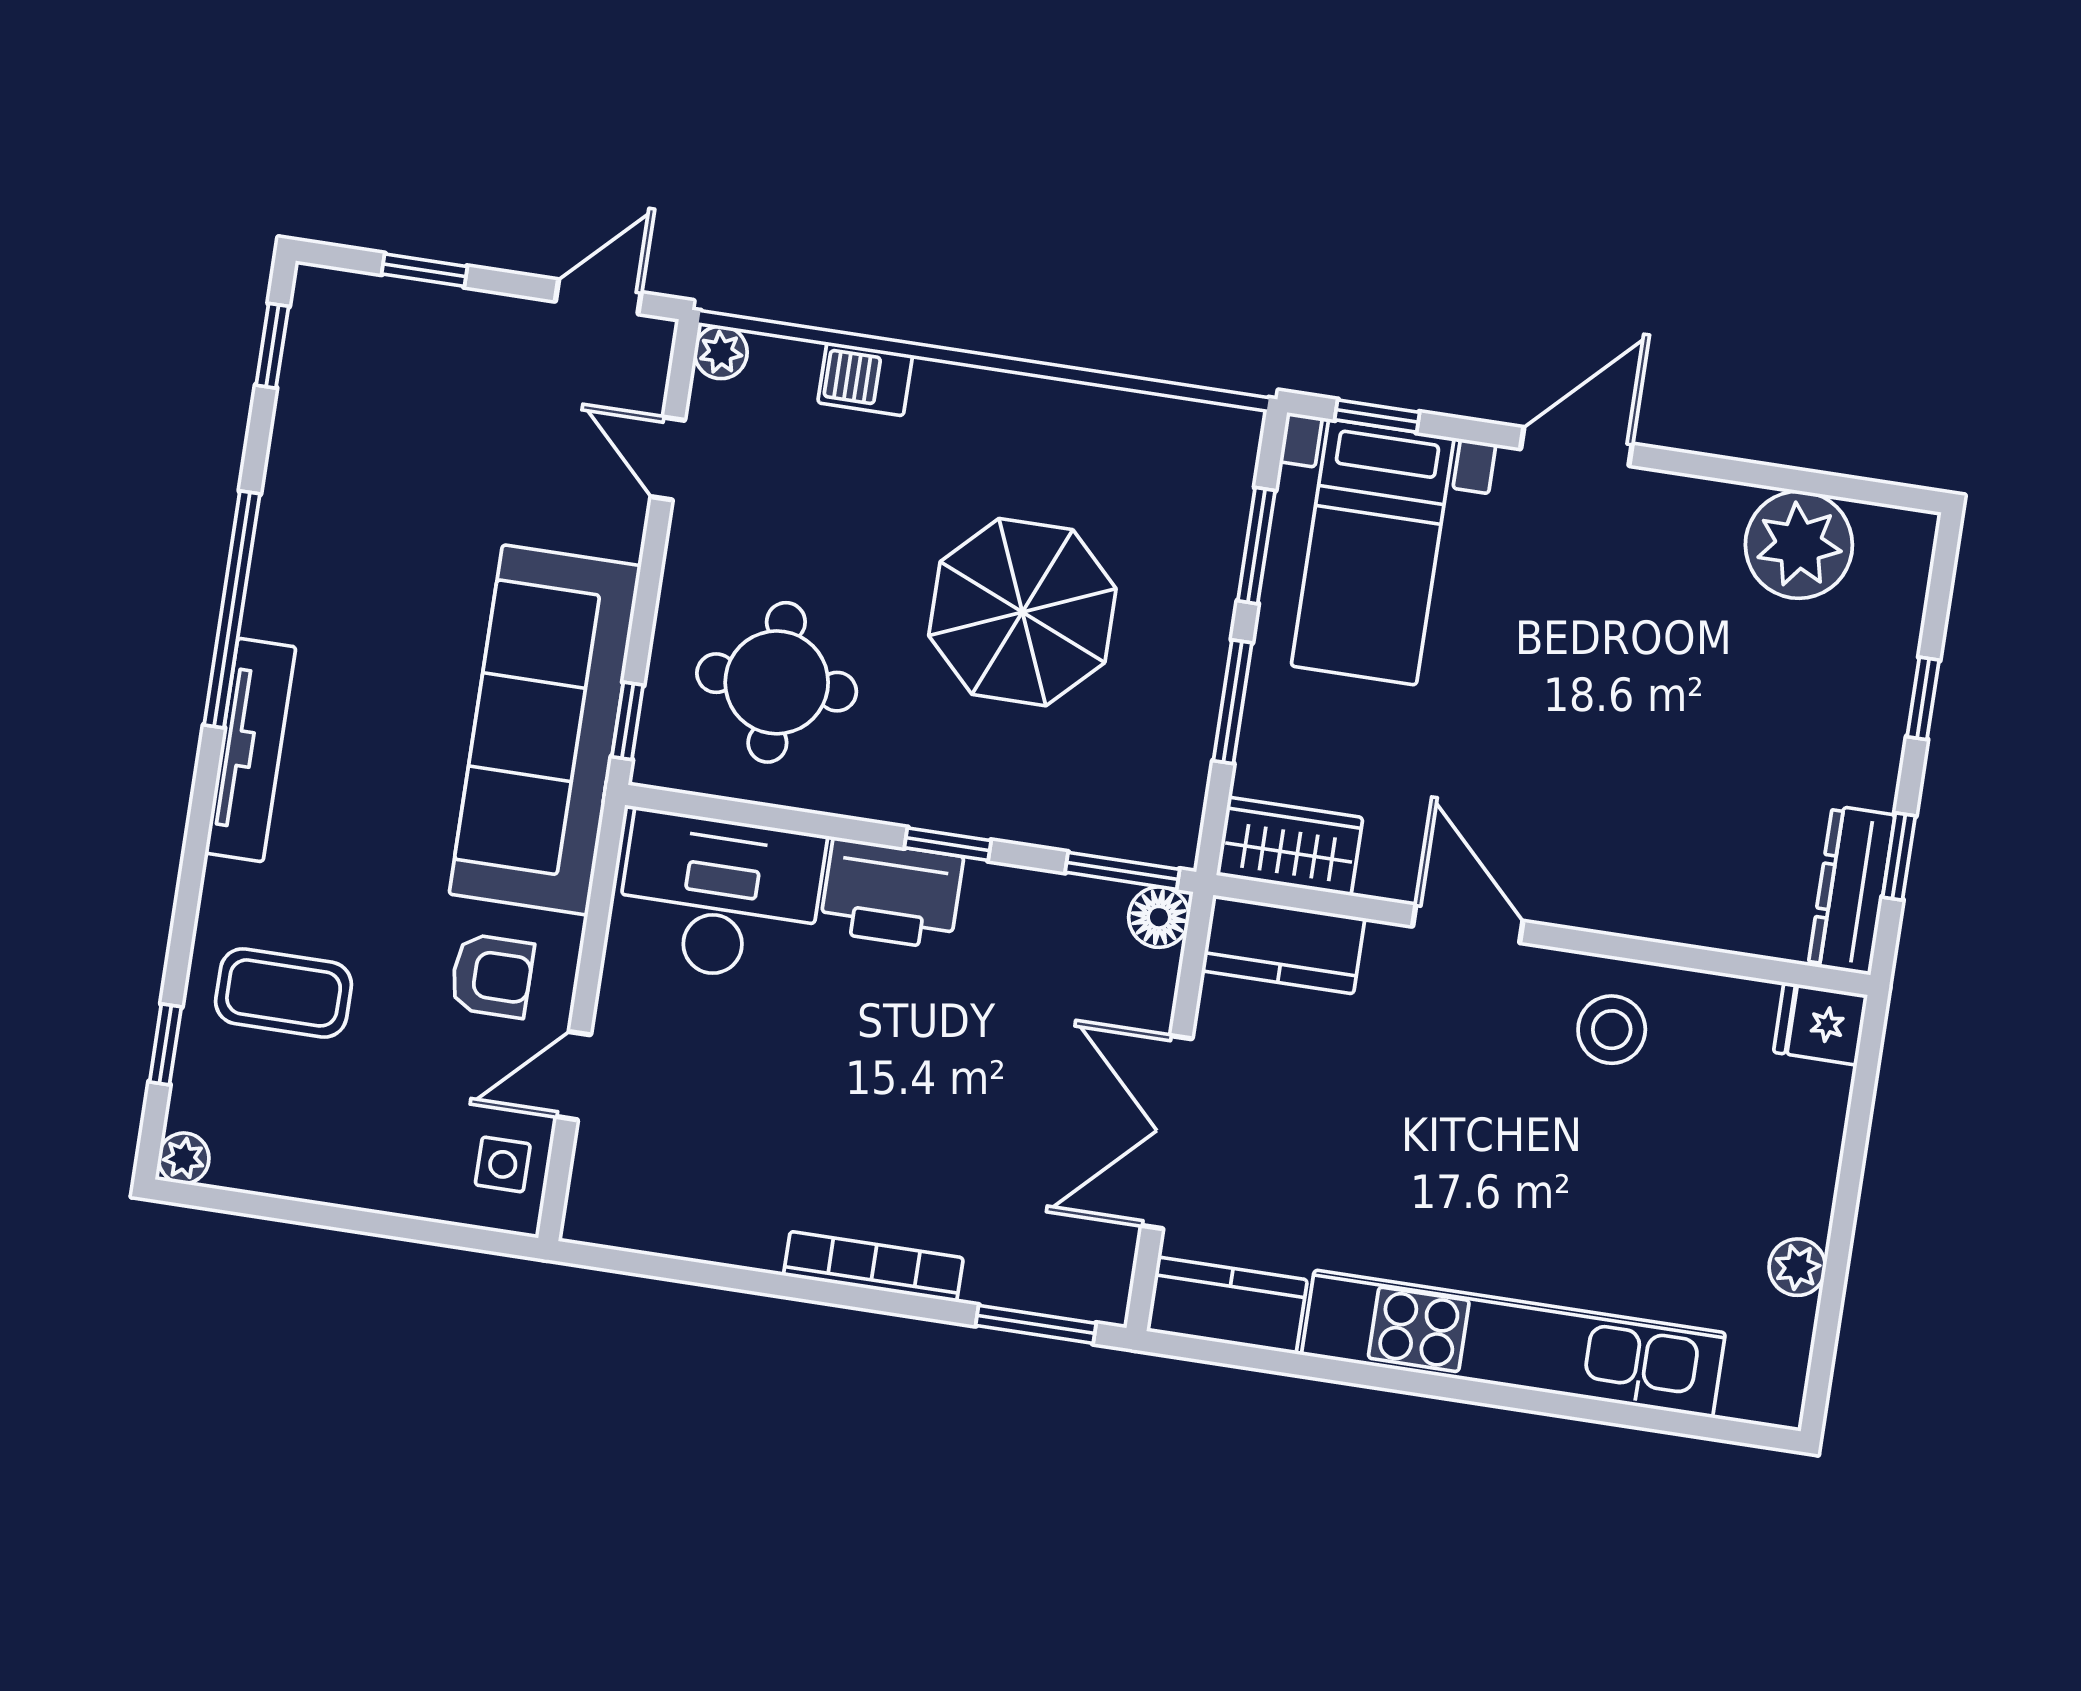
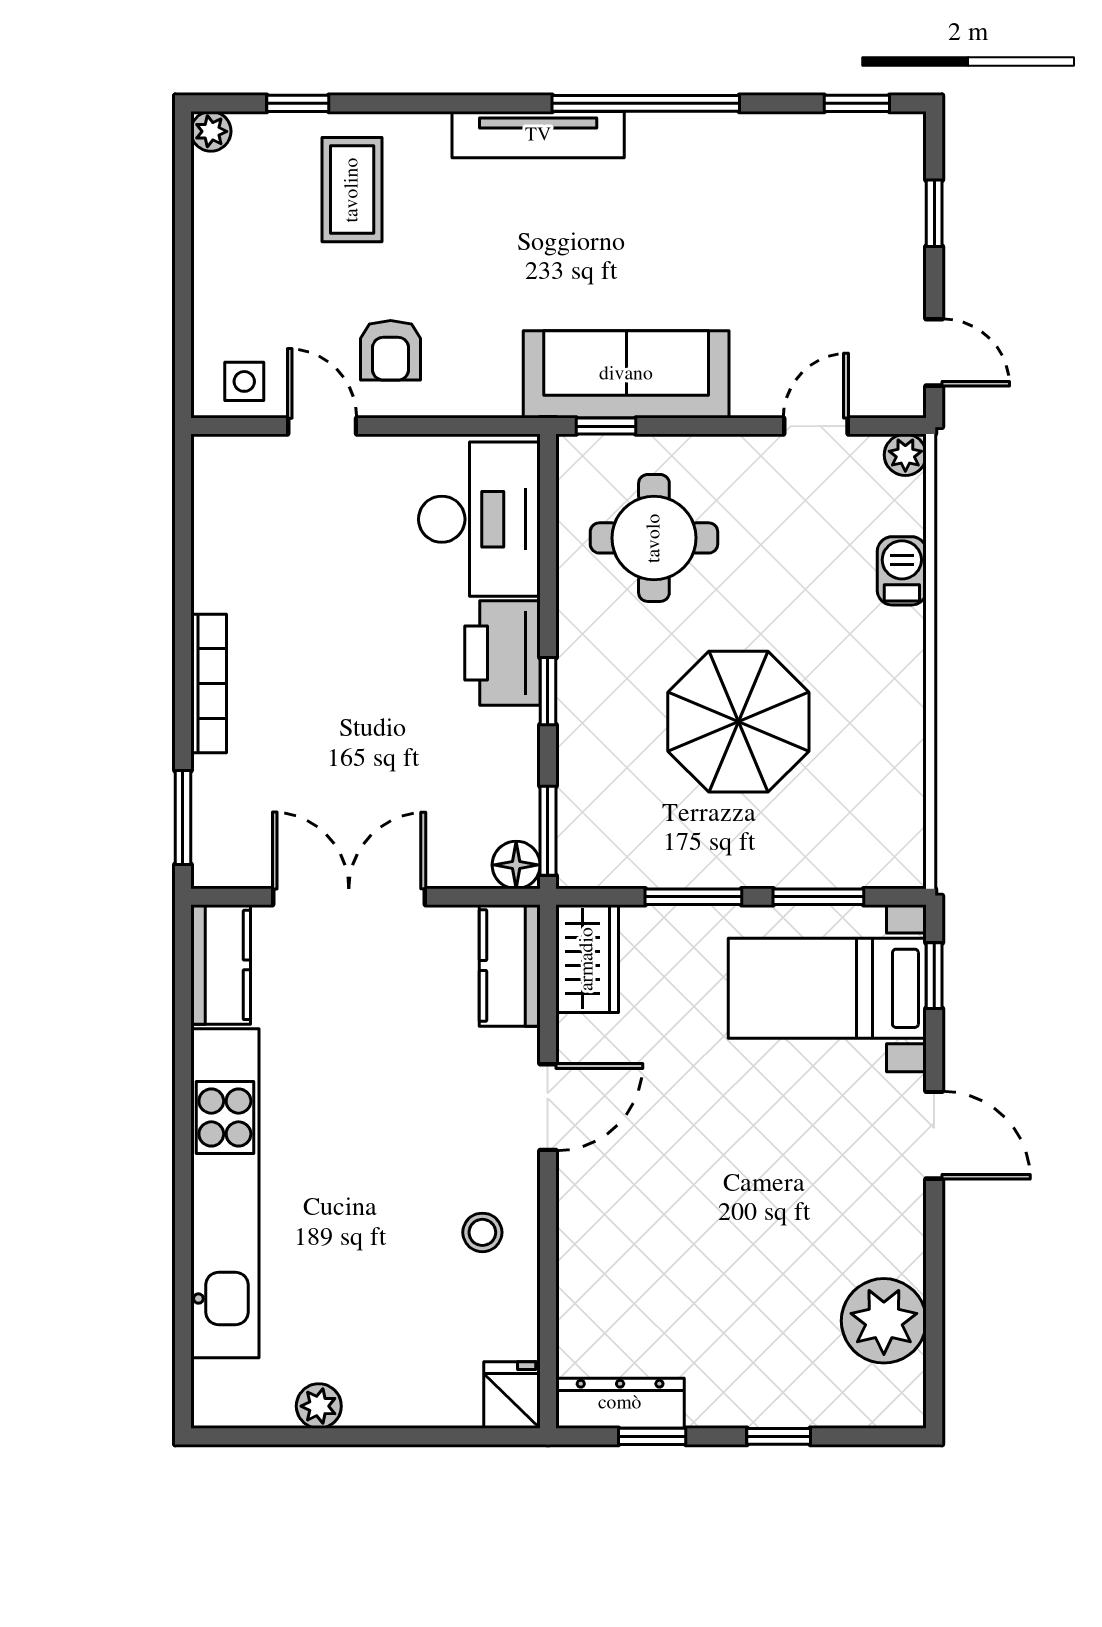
sofa: (545, 730) -> (626, 374), width x0.74, depth x0.79
stool: (1612, 1030) -> (482, 1232), width x0.73, depth x0.73

